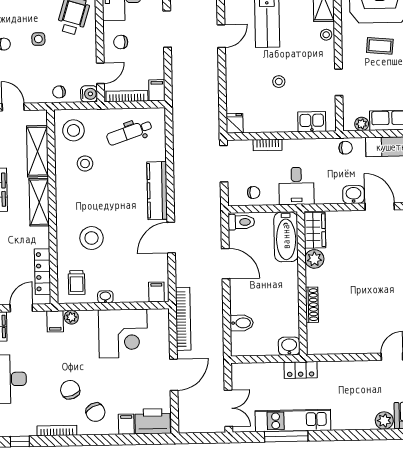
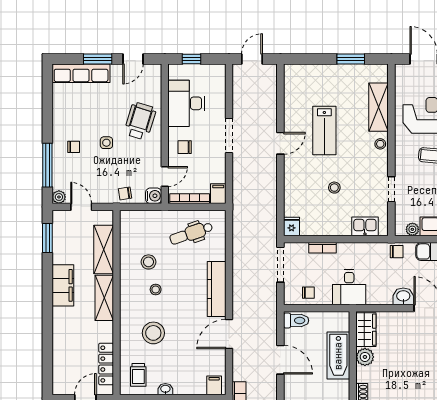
stool: (73, 130) -> (156, 289), moved, width x0.53, depth x0.53
bathtub: (286, 237) -> (338, 356), moved

